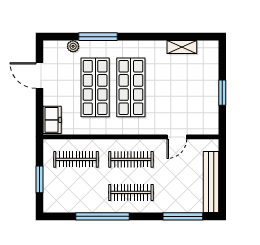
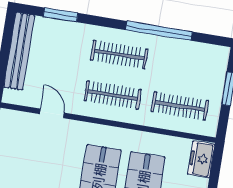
door: (177, 137) -> (52, 113), hinge flipped
window: (183, 216) -> (61, 15), width x0.69

